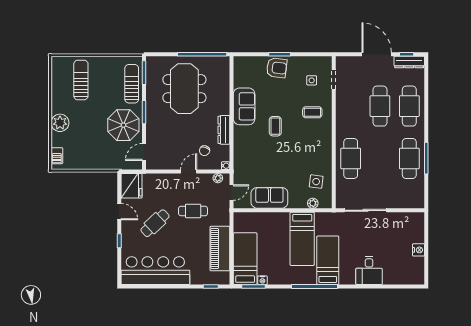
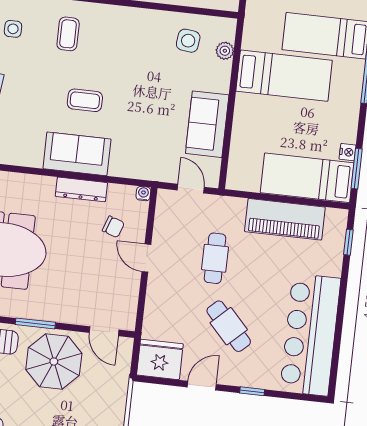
sofa: (244, 106) -> (77, 154), moved
plant: (218, 178) -> (163, 209), removed

